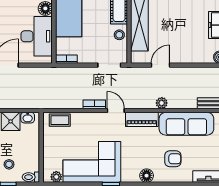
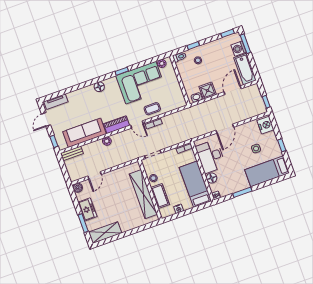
door: (160, 65) -> (95, 175), moved
coffee table: (60, 120) -> (152, 109), moved
armchair: (173, 159) -> (85, 105), removed

